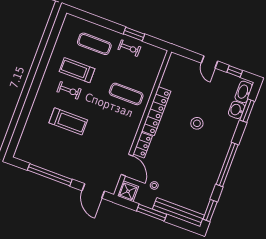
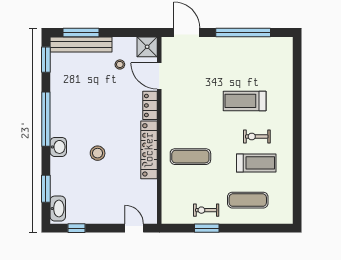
door: (209, 62) -> (134, 228), moved
washbasin: (236, 110) -> (58, 147), moved
window: (152, 213) -> (81, 32), moved

